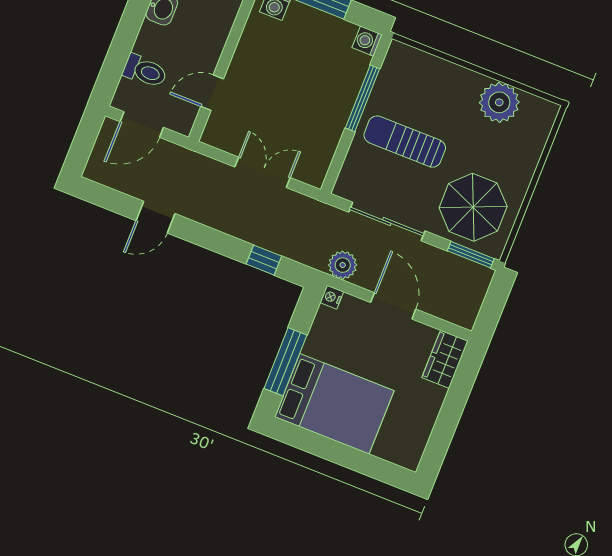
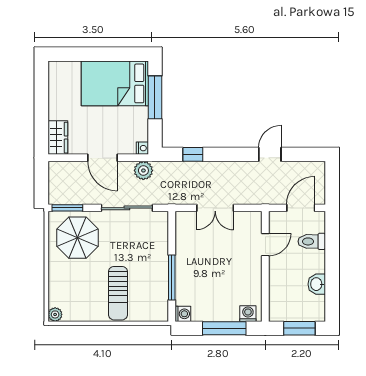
plant: (499, 102) -> (55, 314), moved, width x0.53, depth x0.53
sun lounger: (405, 142) -> (118, 293), moved, turned 90

